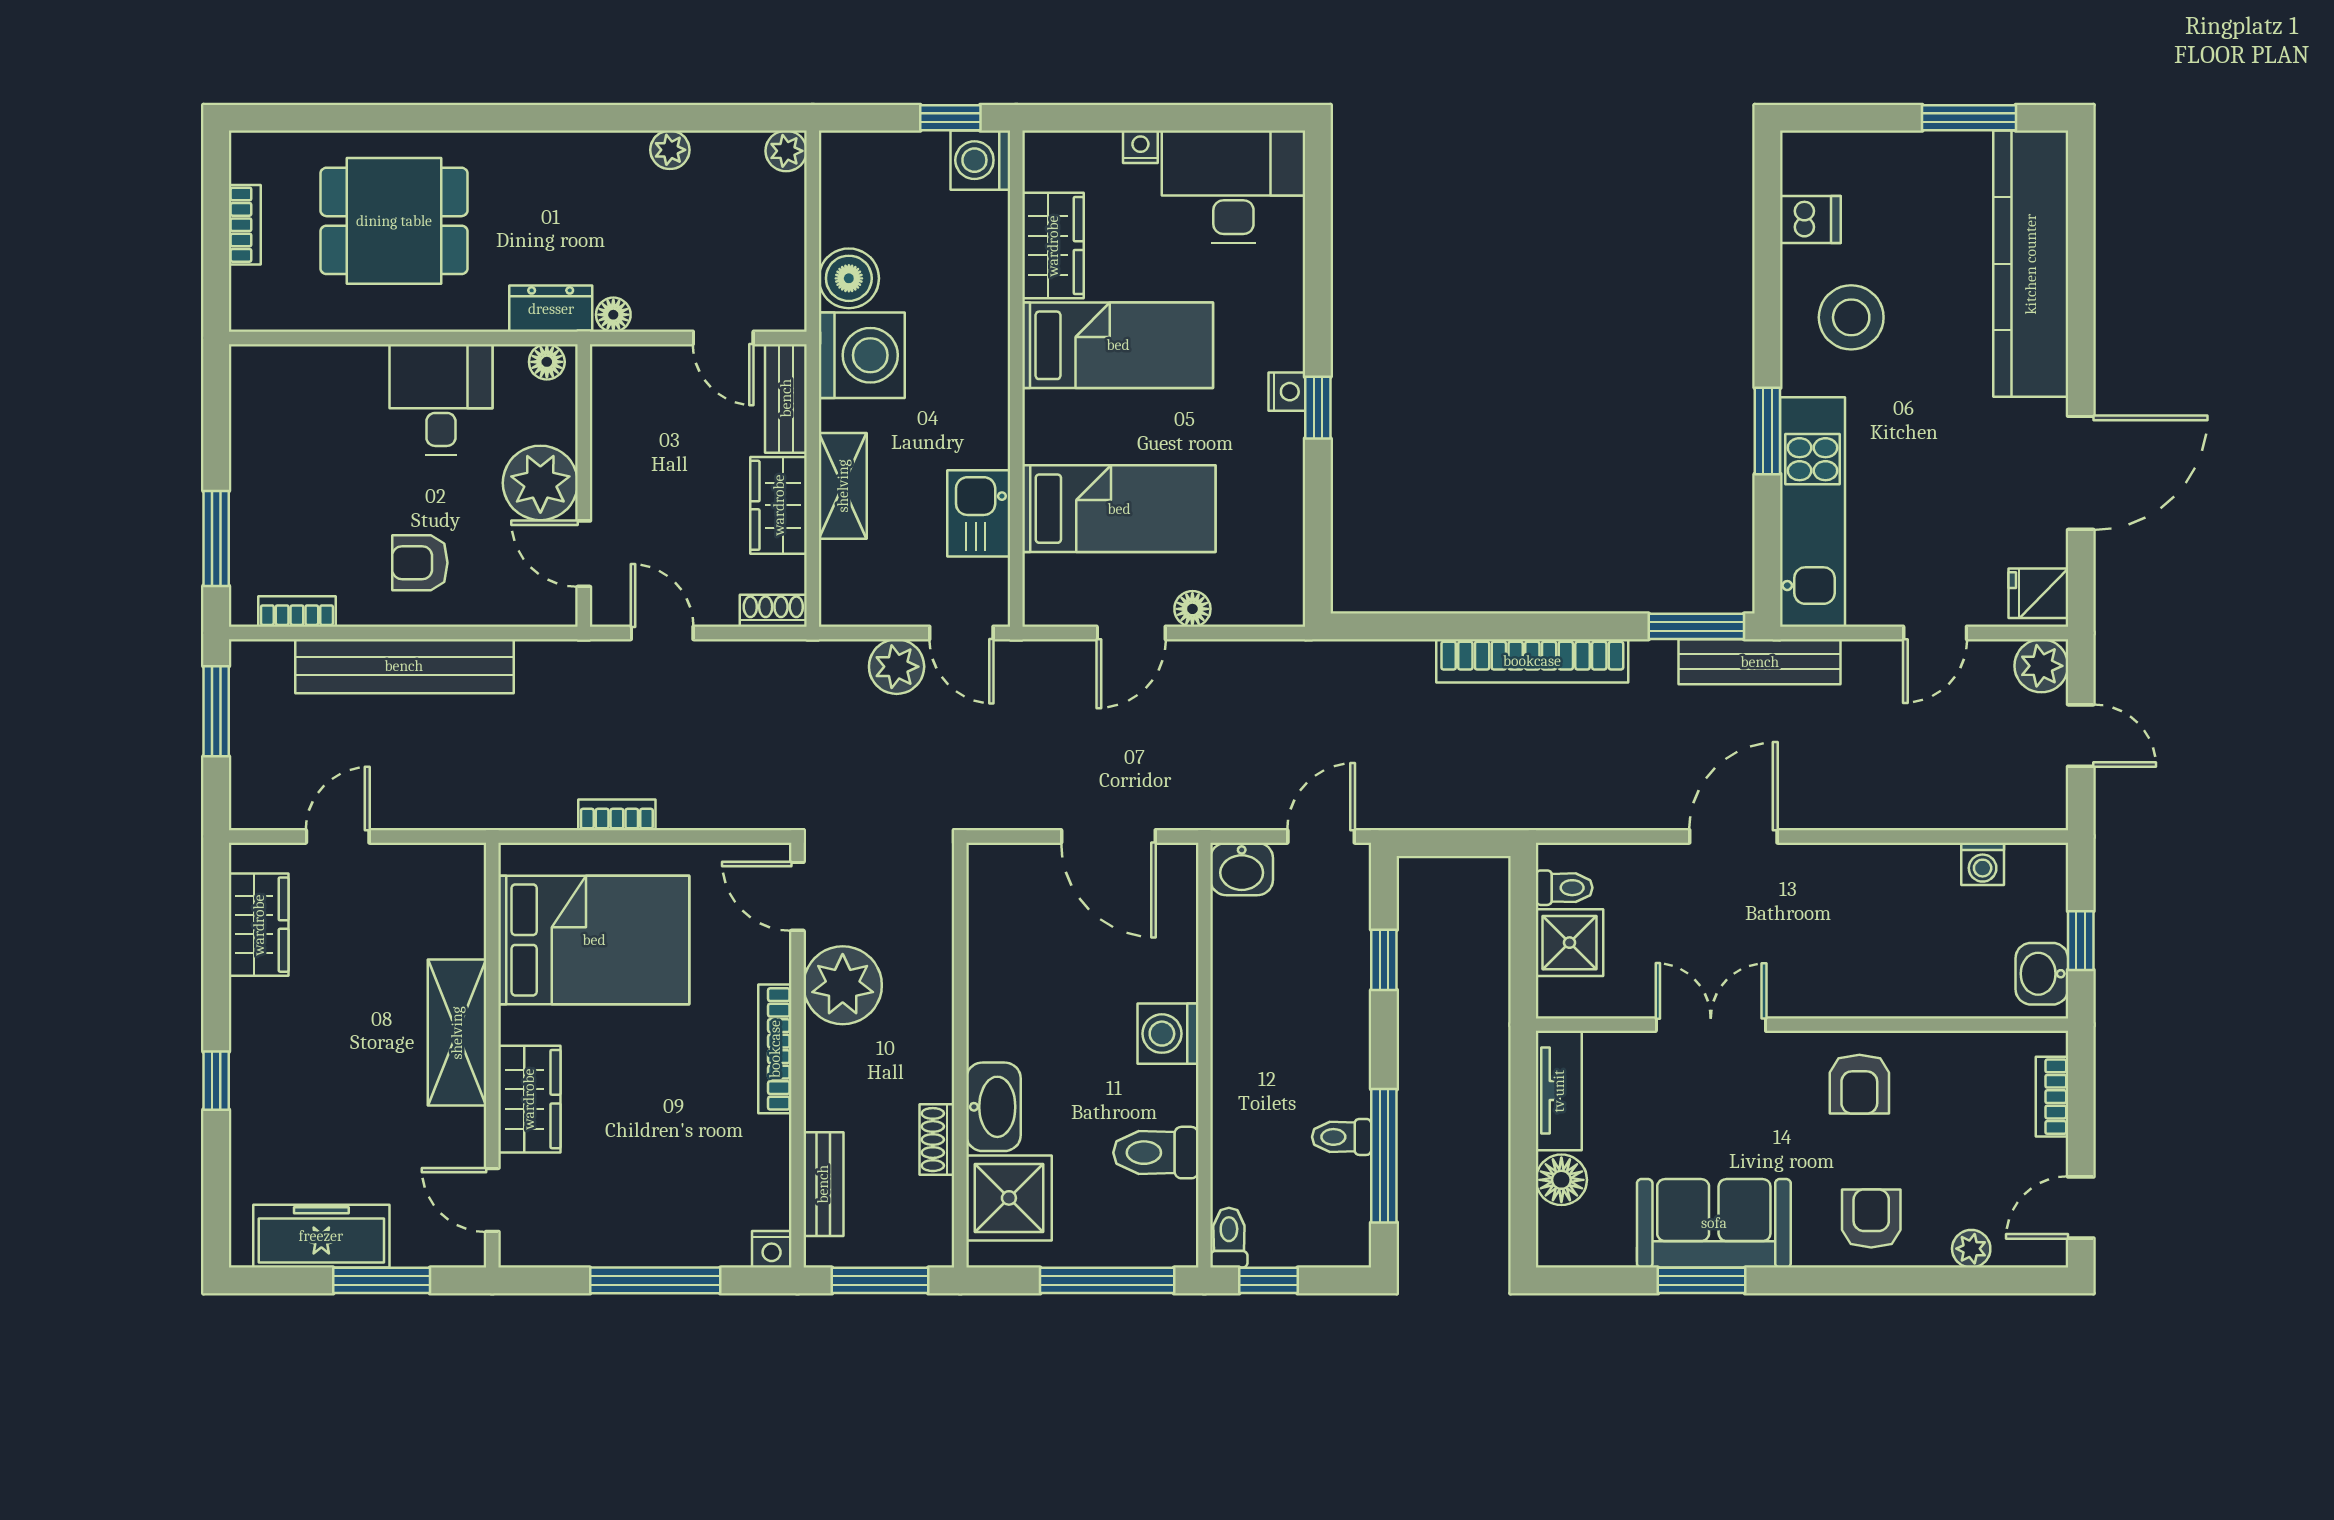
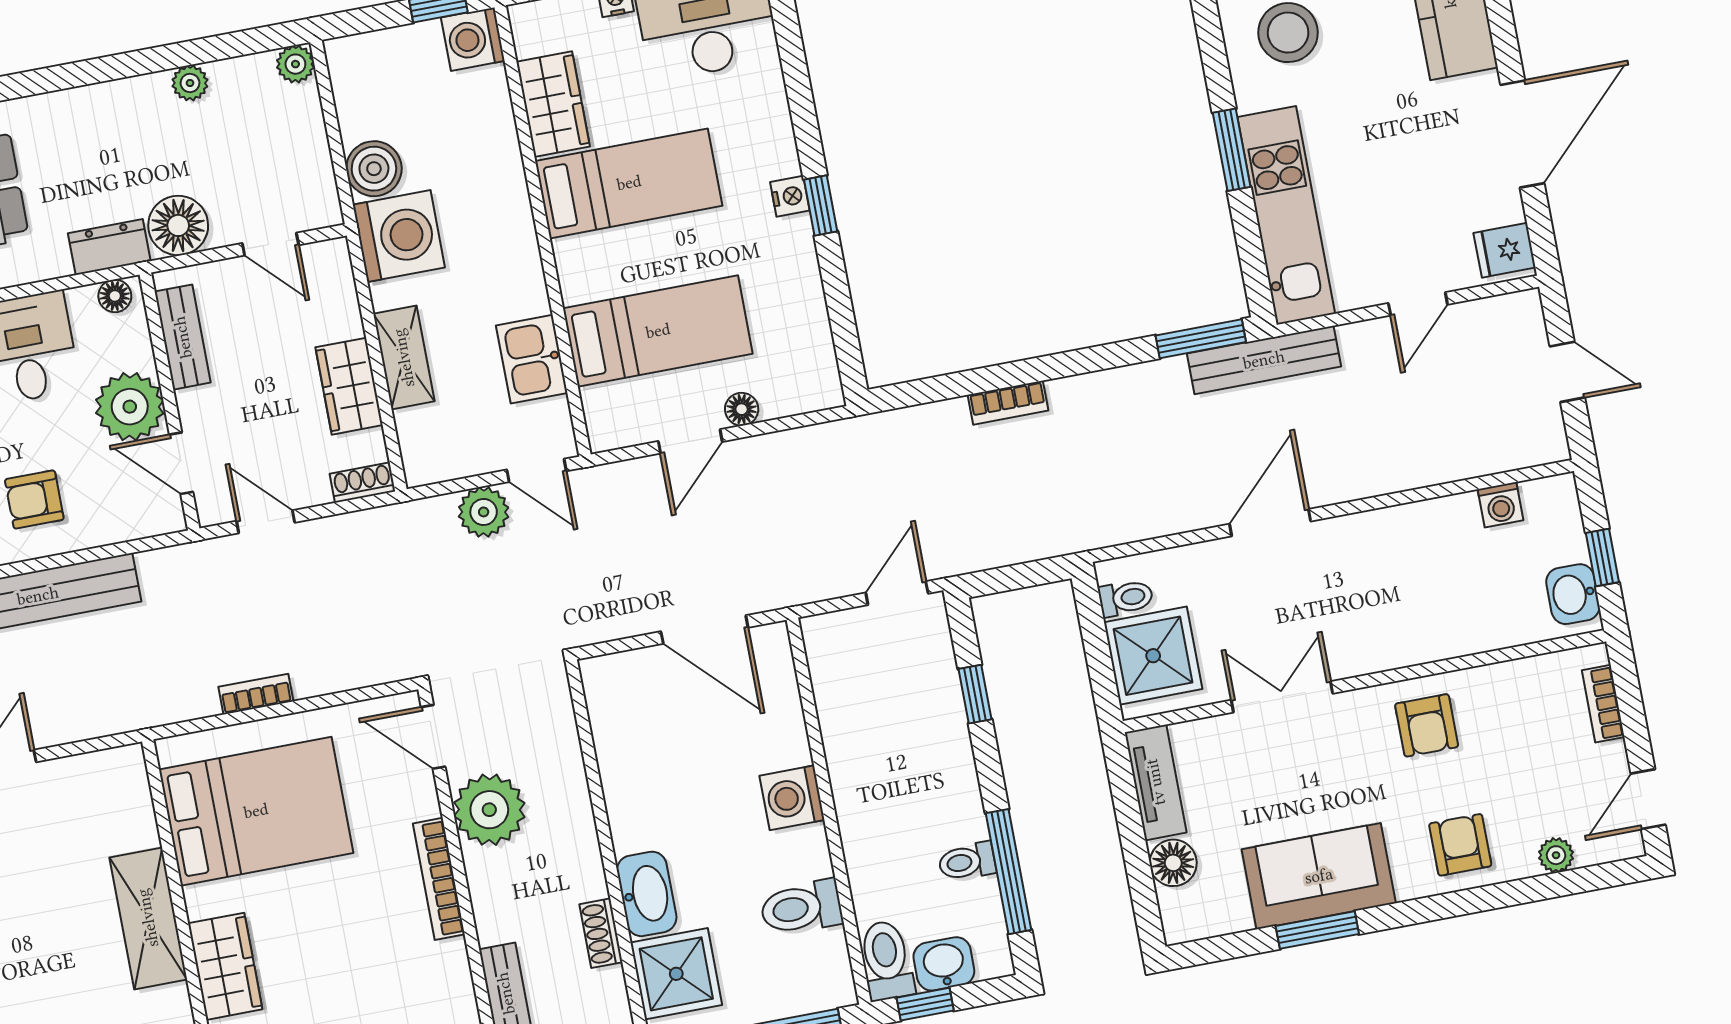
floor lamp: (613, 315) -> (178, 225), width x1.89, depth x1.89
bench: (786, 398) -> (183, 337), moved
bookcase: (1532, 661) -> (1008, 403), width x0.43, depth x0.76
plant: (2041, 666) -> (1520, 315), removed
washbasin: (1242, 869) -> (944, 964), moved, turned 180
shower: (1570, 943) -> (1153, 656), width x1.36, depth x1.36
toilet: (1229, 1238) -> (886, 960), width x1.37, depth x1.39

